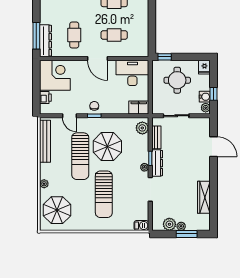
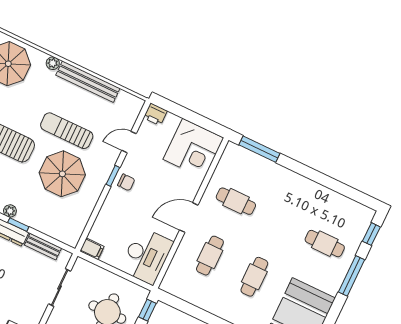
dresser: (46, 41) -> (247, 158), removed
printer: (45, 98) -> (155, 114), moved
filing cabinet: (139, 107) -> (92, 249), width x0.50
plant: (142, 128) -> (65, 233), removed
bench: (45, 141) -> (88, 82), moved
sun lounger: (80, 156) -> (67, 131), width x0.73, depth x0.75

